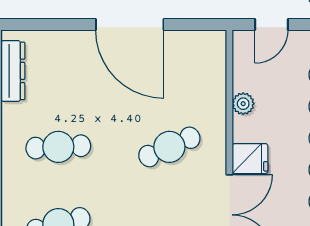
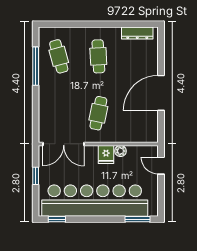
cafe table: (169, 147) -> (98, 113), turned 36
fridge: (250, 159) -> (106, 155), moved

